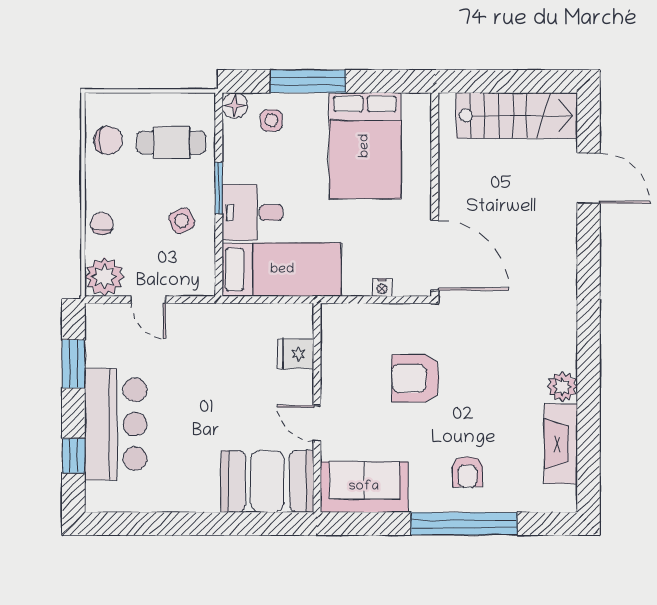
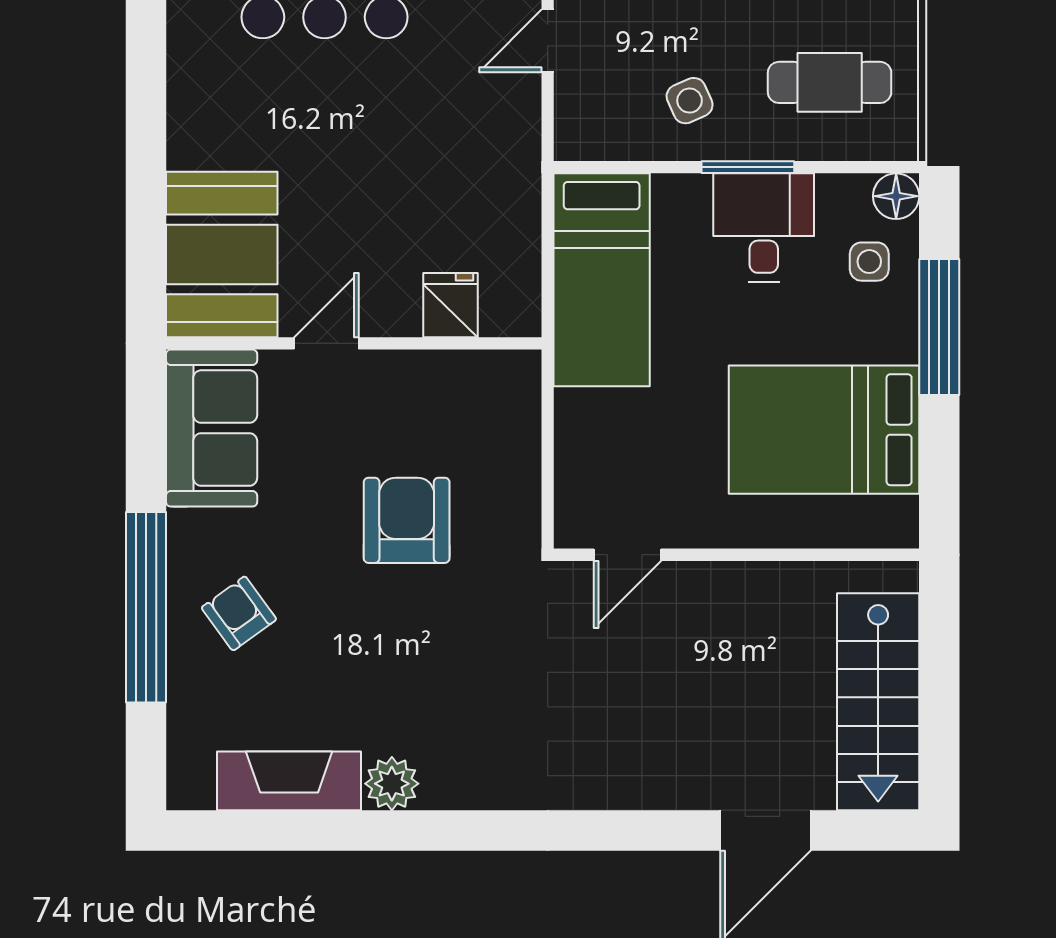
cafe table: (171, 143) -> (830, 82), turned 90
desk: (252, 213) -> (764, 227), moved
door: (435, 255) -> (628, 555), width x0.53
nightstand: (382, 287) -> (570, 460), removed
armchair: (467, 472) -> (239, 613), turned 54

